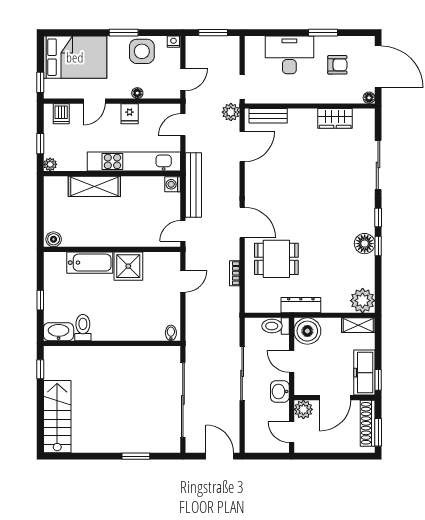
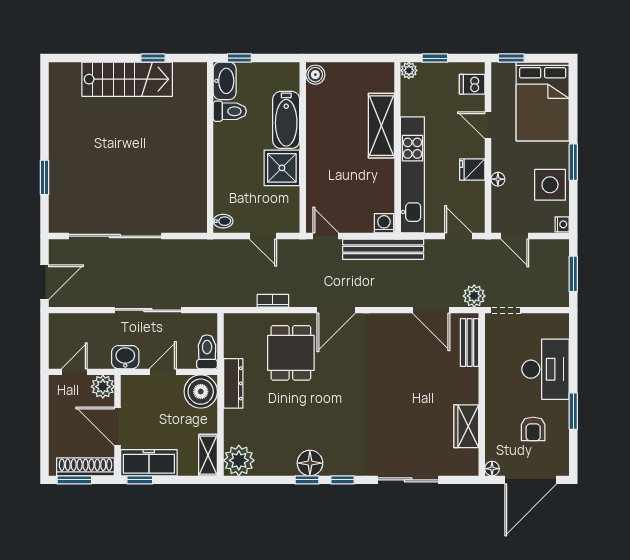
toilet: (83, 328) -> (230, 111), moved
washbasin: (59, 332) -> (225, 81), moved
bidet: (171, 333) -> (223, 221), moved
wall: (112, 343) -> (210, 148), moved
stairs: (57, 417) -> (127, 79), moved

